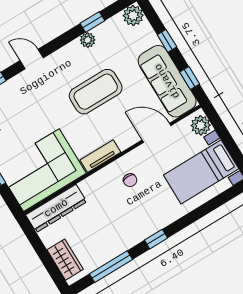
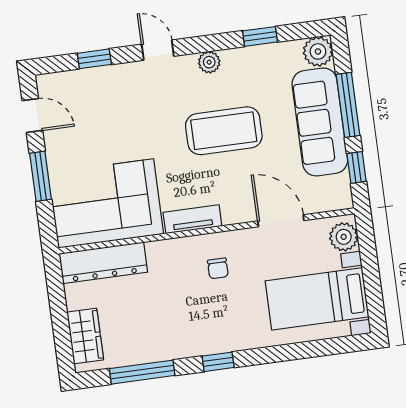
plant: (88, 40) -> (209, 62), moved
window: (167, 41) -> (348, 105), width x2.17
sofa: (167, 81) -> (320, 122), moved

